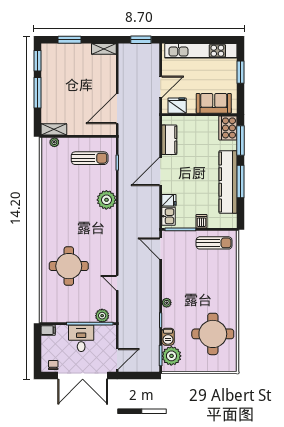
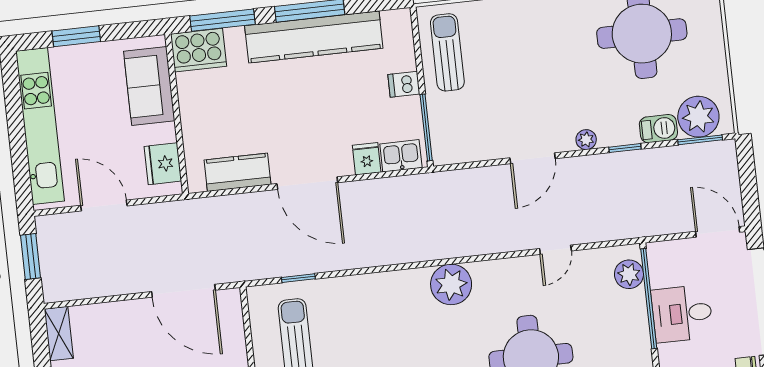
door: (161, 87) -> (104, 206), moved
plant: (106, 200) -> (451, 284), moved
door: (161, 248) -> (533, 158), moved

